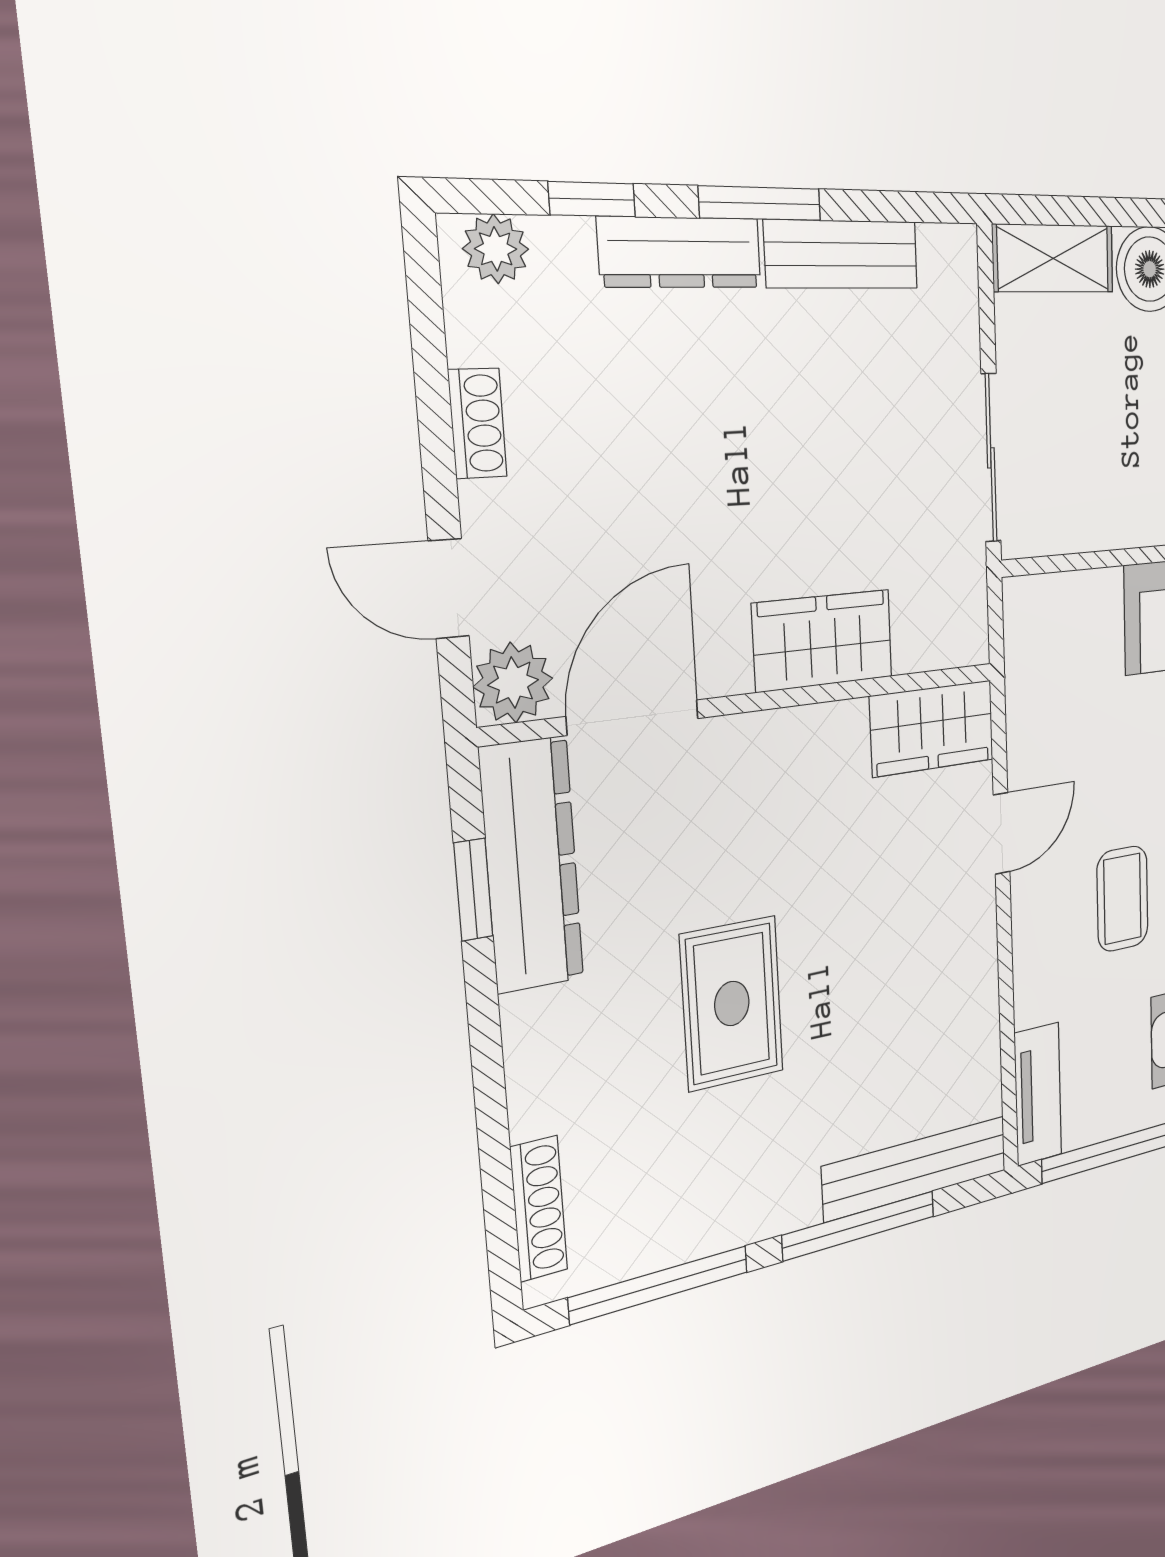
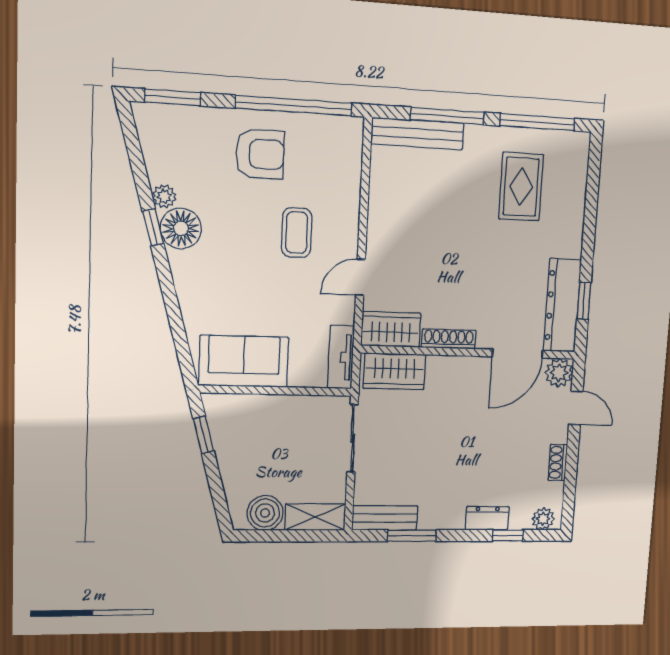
window: (760, 203) -> (412, 536), moved
dresser: (680, 252) -> (487, 518), width x0.70
bench: (842, 254) -> (385, 518), moved
wardrobe: (823, 641) -> (394, 371), moved
rug: (732, 1003) -> (521, 187), moved
tv unit: (1038, 1094) -> (341, 357), moved
shoe rack: (539, 1209) -> (449, 339), moved, turned 90

